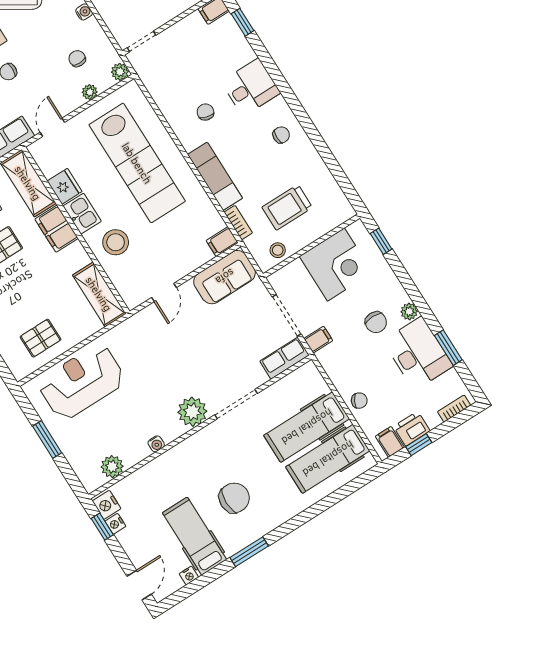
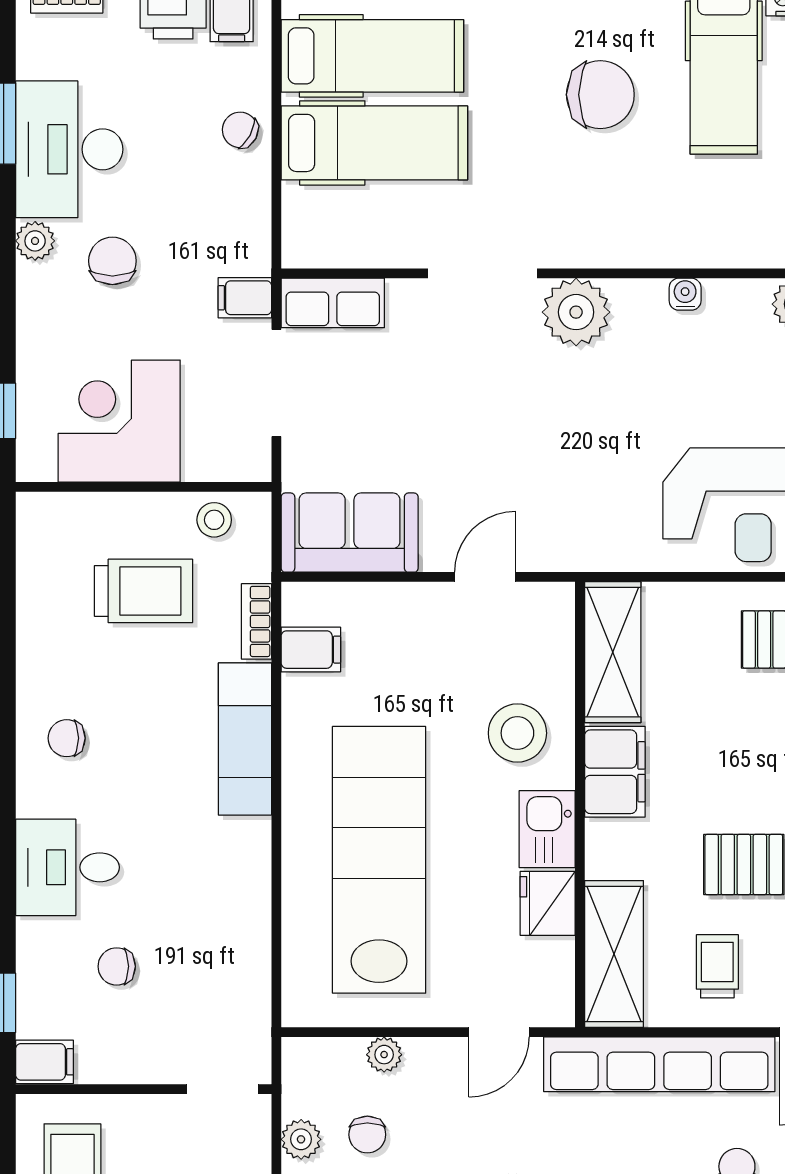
plant: (120, 72) -> (301, 1139), moved
chair: (205, 112) -> (117, 966), moved, turned 75
filing cabinet: (57, 229) -> (615, 772), moved
filing cabinet: (222, 242) -> (311, 650), moved
chair: (234, 498) -> (600, 95), turned 180

